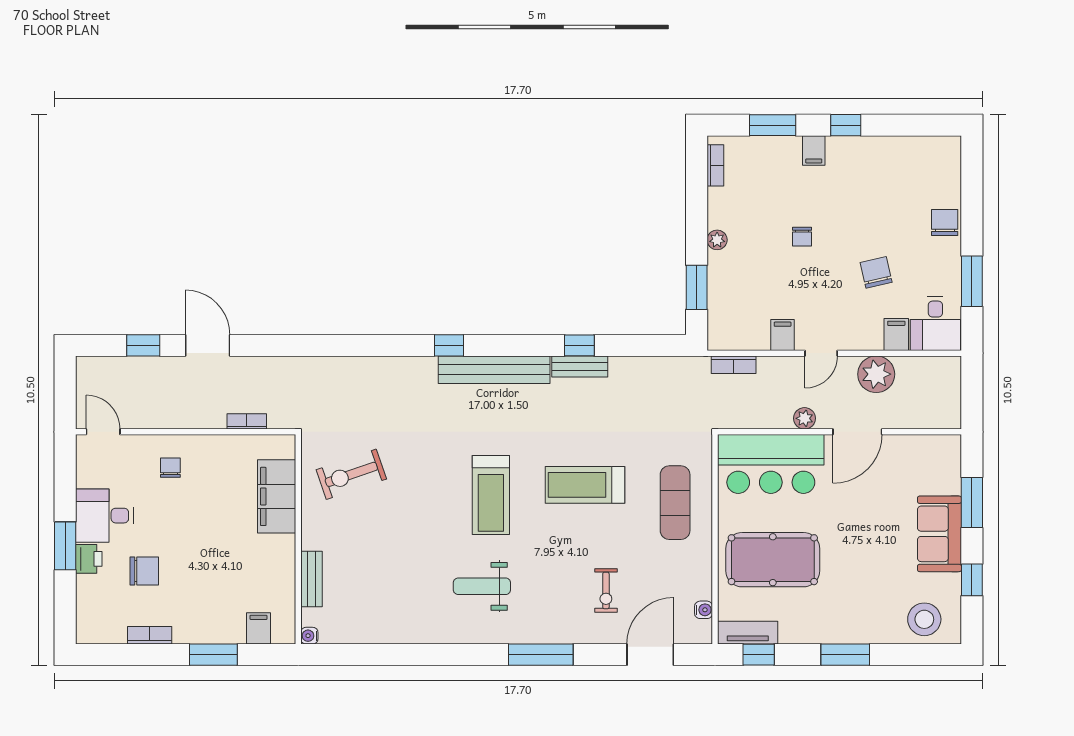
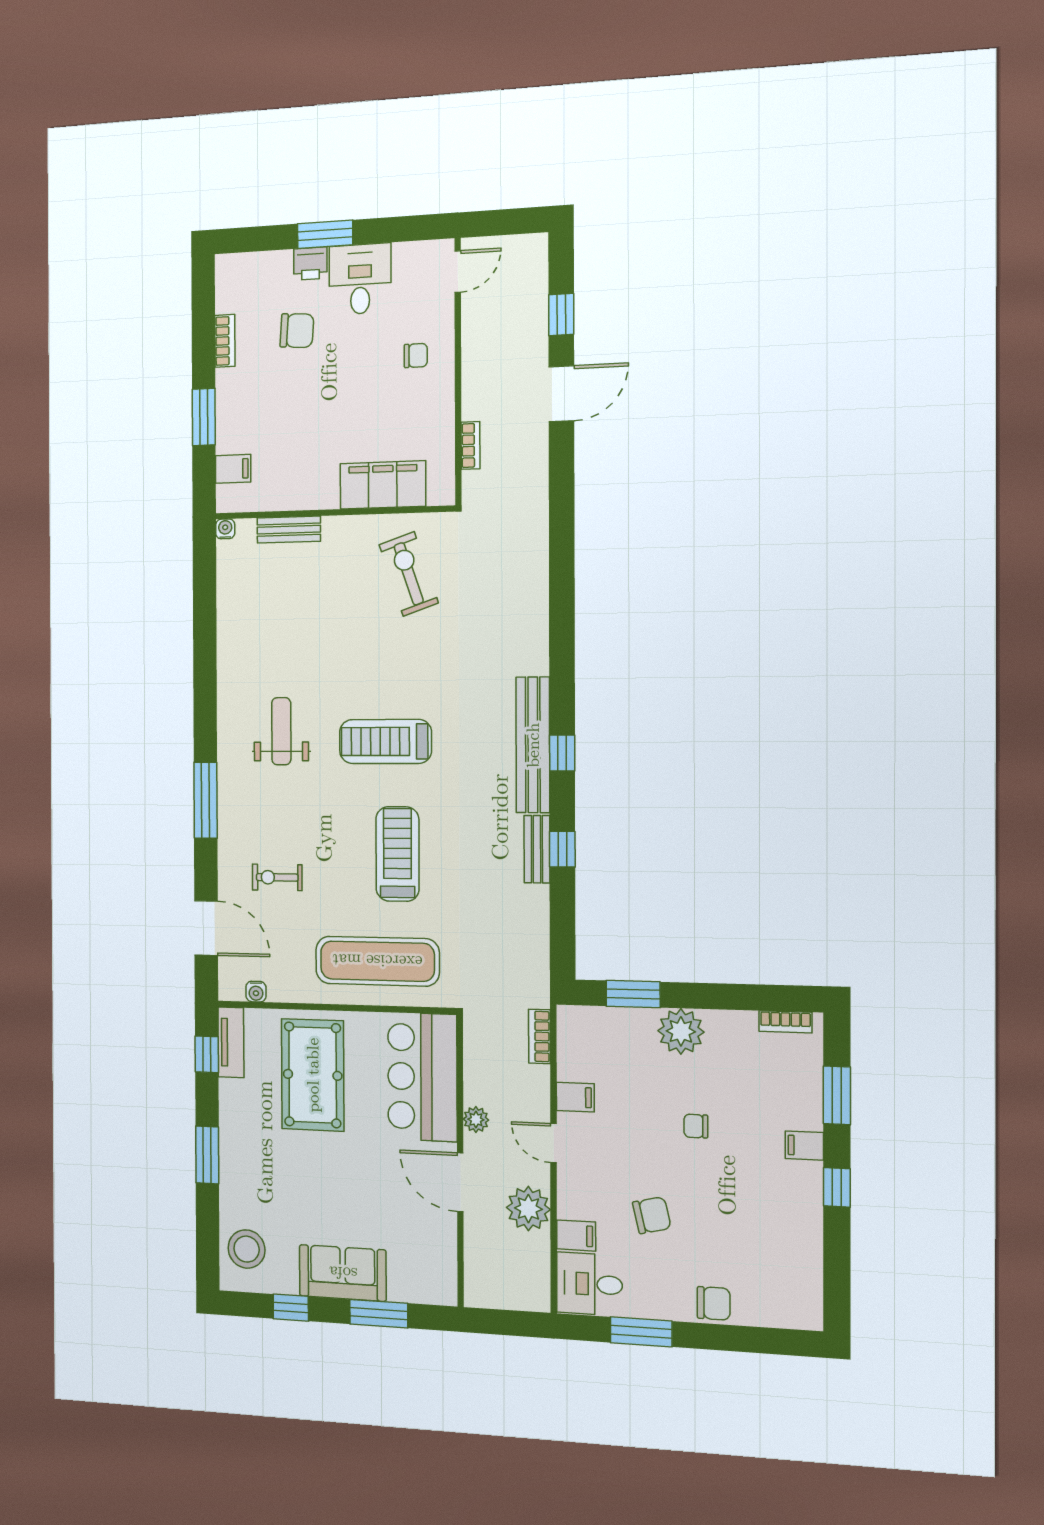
plant: (717, 240) -> (681, 1031), width x1.88, depth x1.88
window: (449, 345) -> (562, 753), moved
exercise mat: (675, 503) -> (377, 961), width x1.36, depth x1.45
chair: (144, 571) -> (297, 331), turned -86

